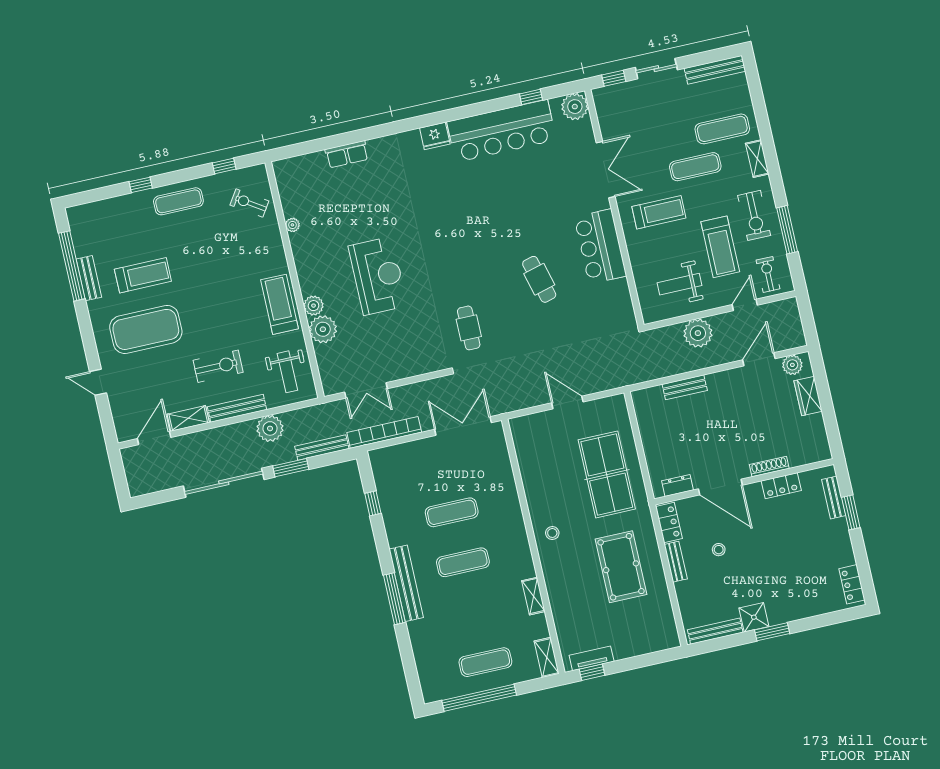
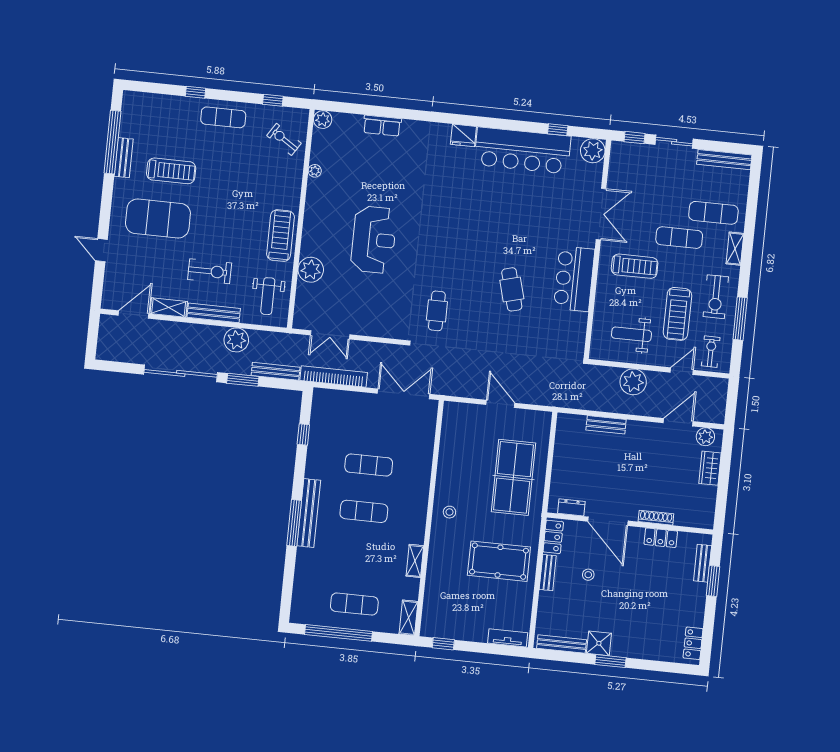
plant: (313, 306) -> (323, 120), moved
pool table: (621, 567) -> (499, 561), turned 90
tv unit: (592, 658) -> (508, 638), moved

